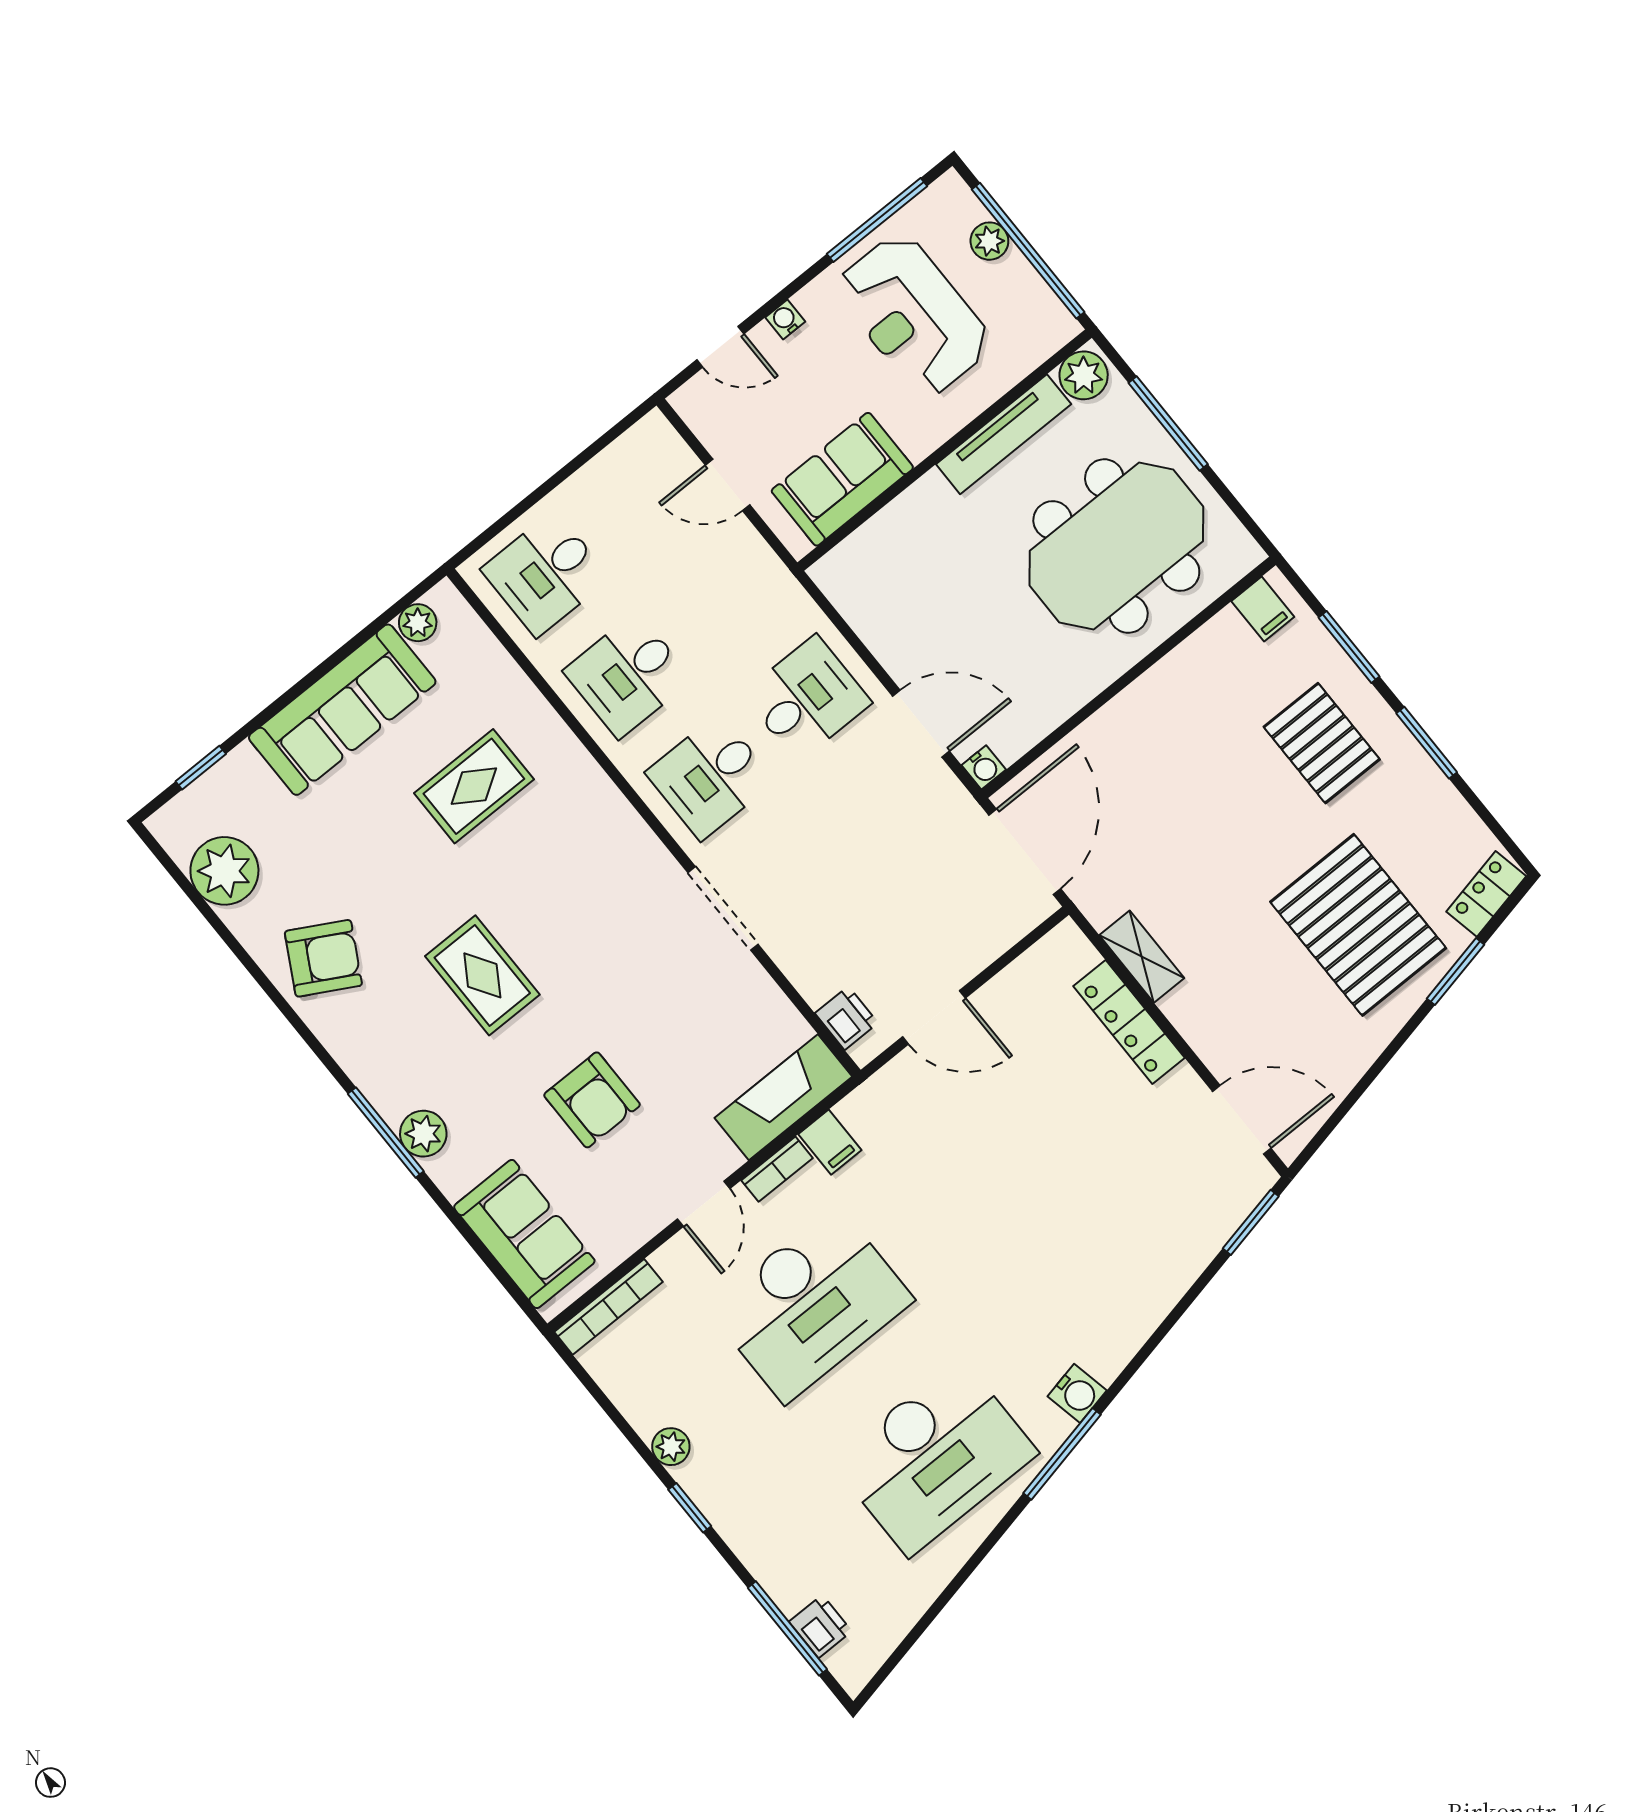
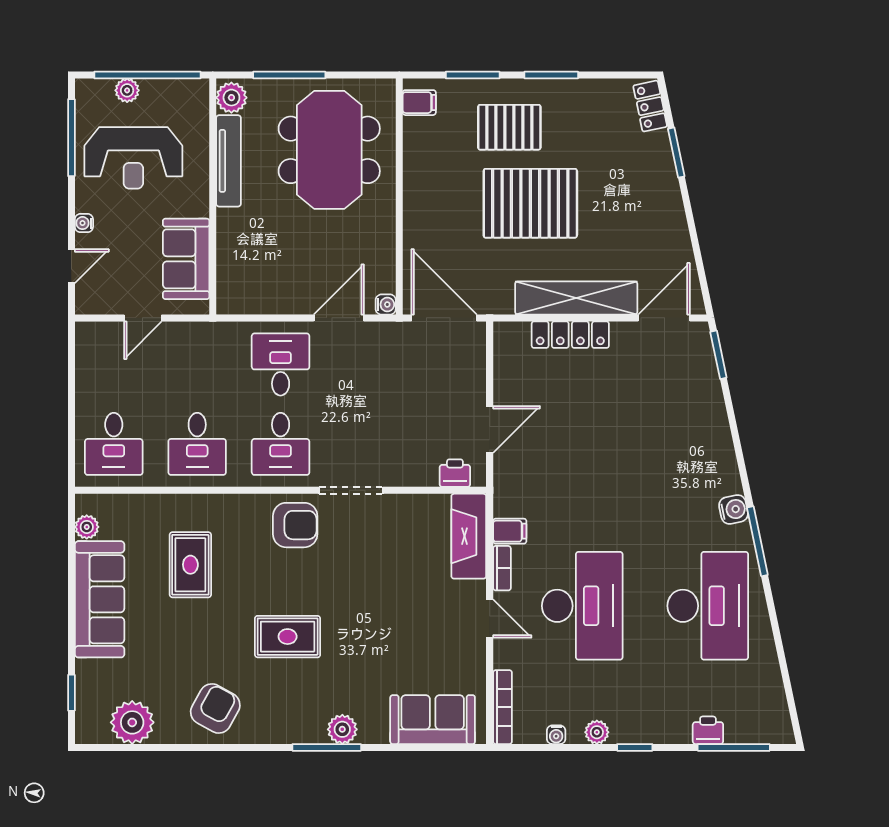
pallet: (1358, 925) -> (530, 203), moved
shelving: (1142, 957) -> (576, 298), width x2.20, depth x1.33
armchair: (592, 1100) -> (295, 525), moved
water cooler: (628, 1400) -> (556, 735), added
printer: (820, 1626) -> (708, 730), moved

